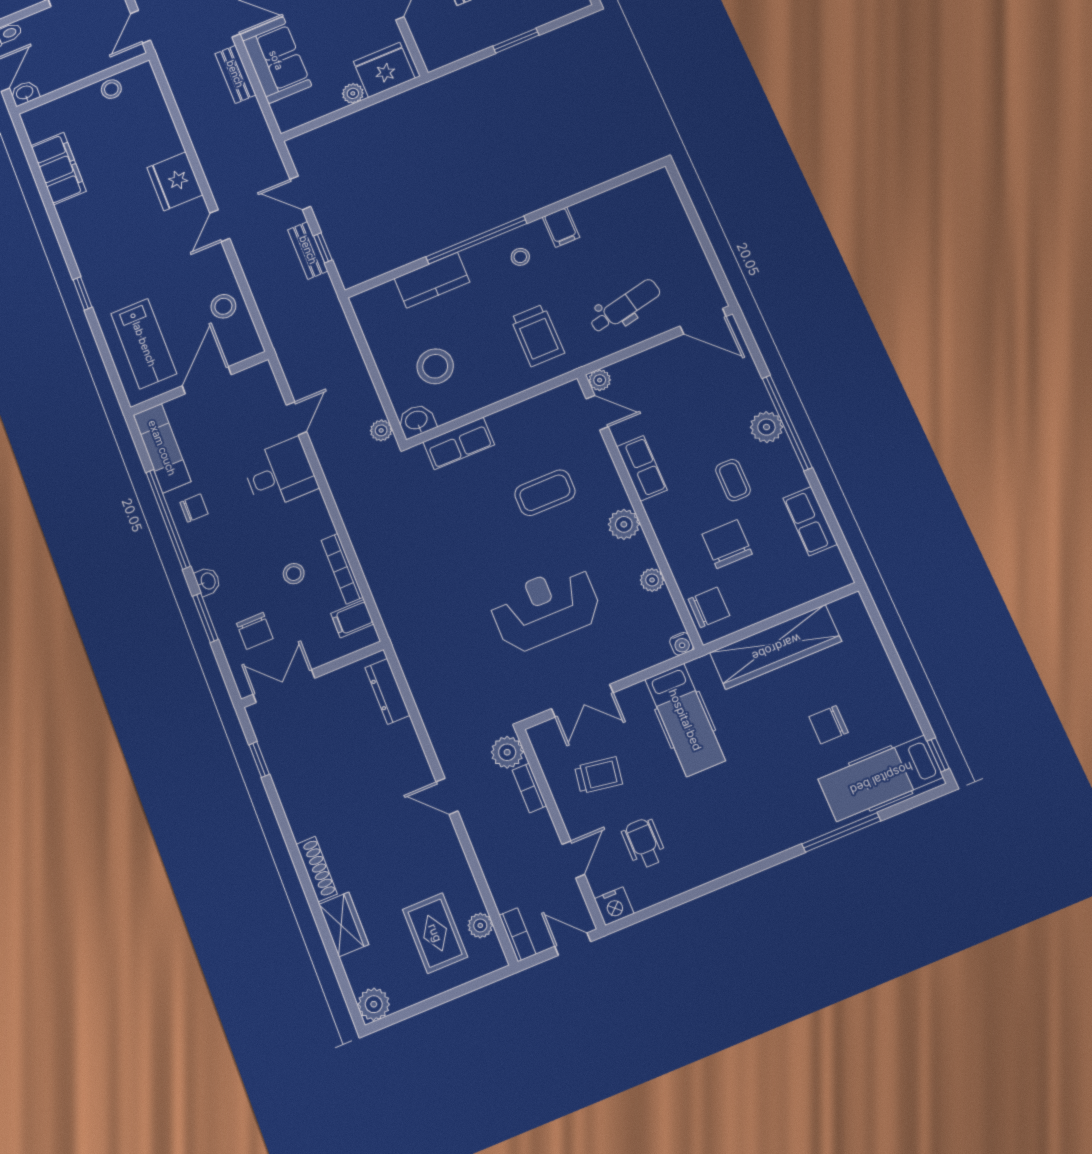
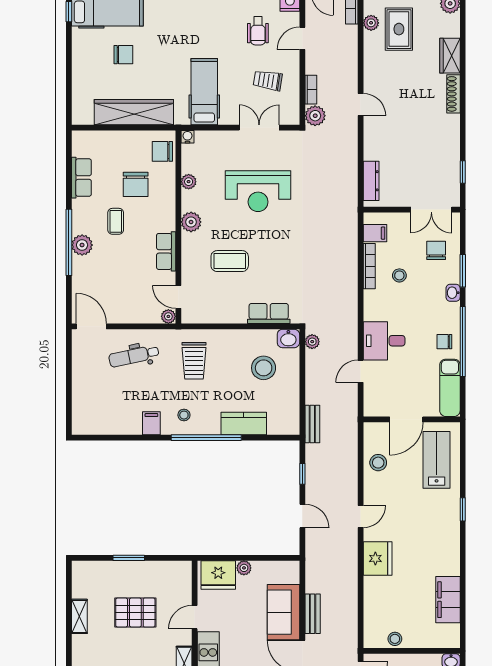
bench: (308, 250) -> (312, 424), moved
trolley: (537, 335) -> (194, 361), turned 180

